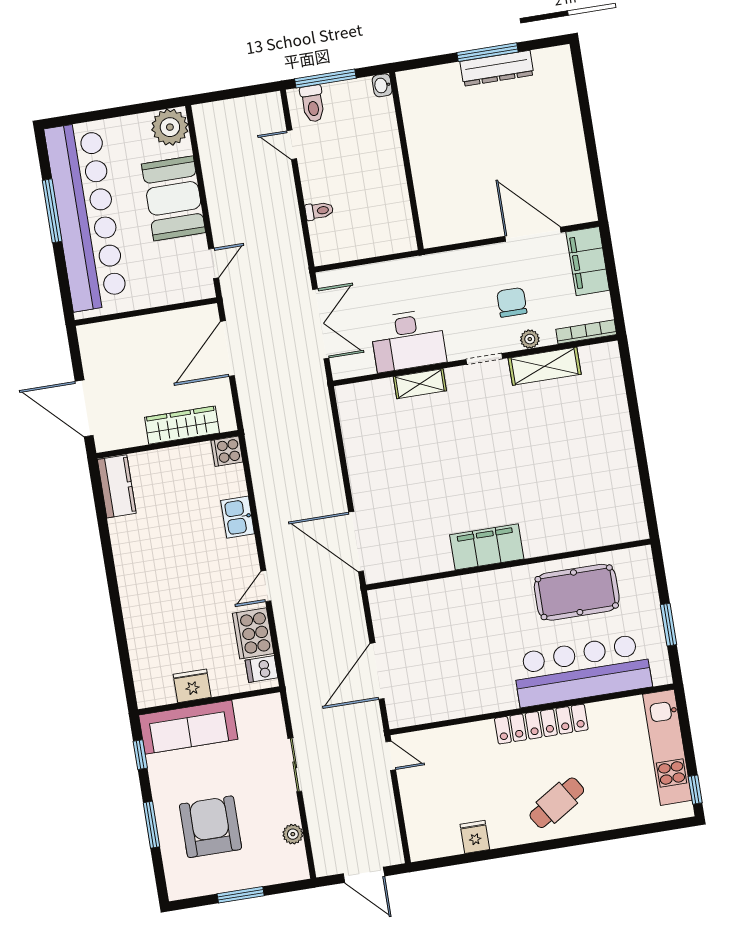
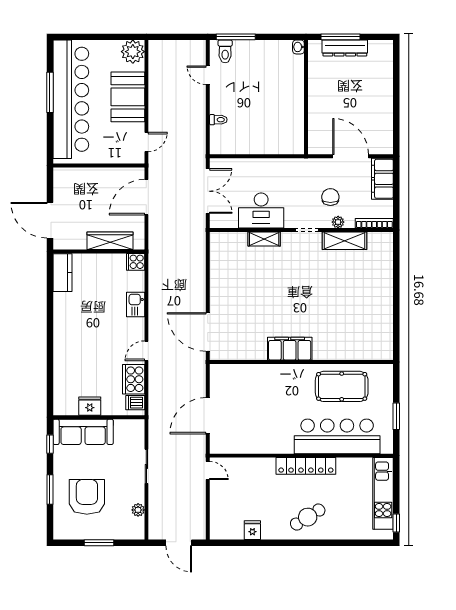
washbasin: (382, 85) -> (298, 47), moved
wall: (406, 161) -> (306, 97), moved

